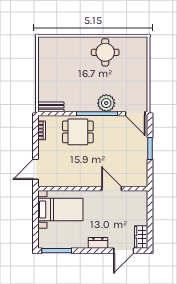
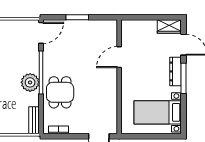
plant: (106, 103) -> (30, 82), moved
bed with nightstands: (60, 209) -> (158, 112), moved, turned -90
dresser: (98, 243) -> (175, 71), width x1.44
window: (57, 251) -> (183, 78), moved

